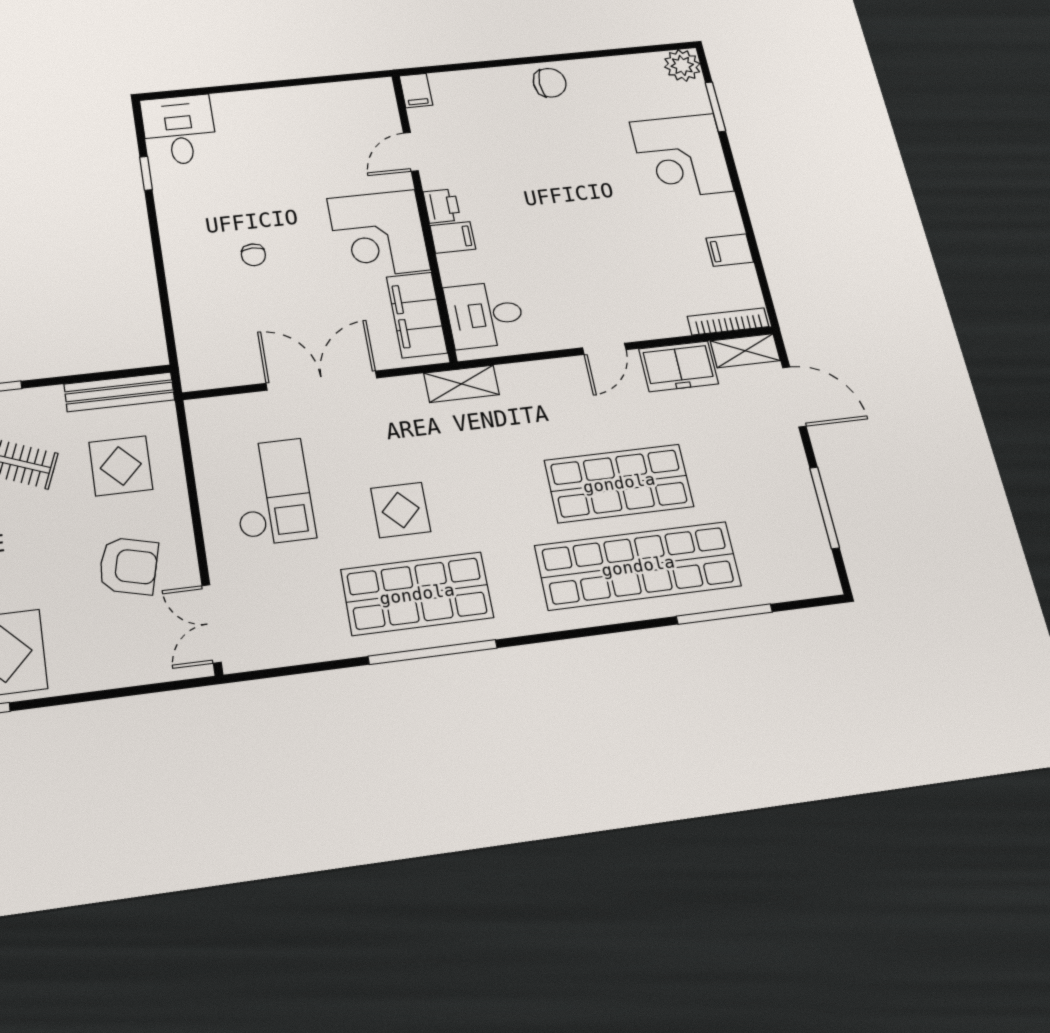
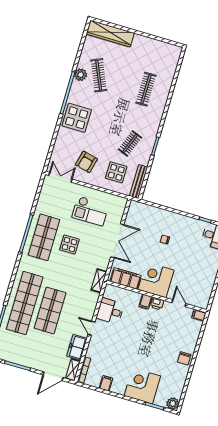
desk: (485, 315) -> (110, 311), moved, turned -90

